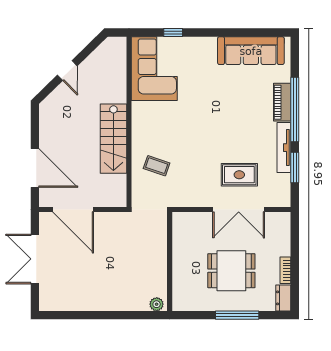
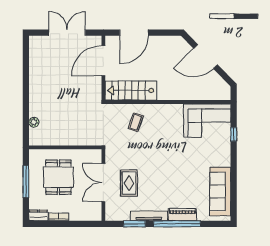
door: (67, 71) -> (206, 57), width x1.87
stairs: (113, 139) -> (131, 91), moved
wall: (170, 261) -> (65, 147), moved

